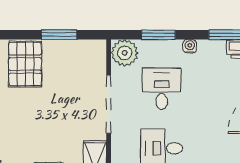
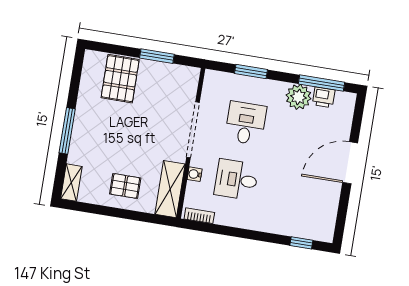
water cooler: (190, 46) -> (195, 174), moved, turned -90
plant: (125, 53) -> (299, 97), moved

